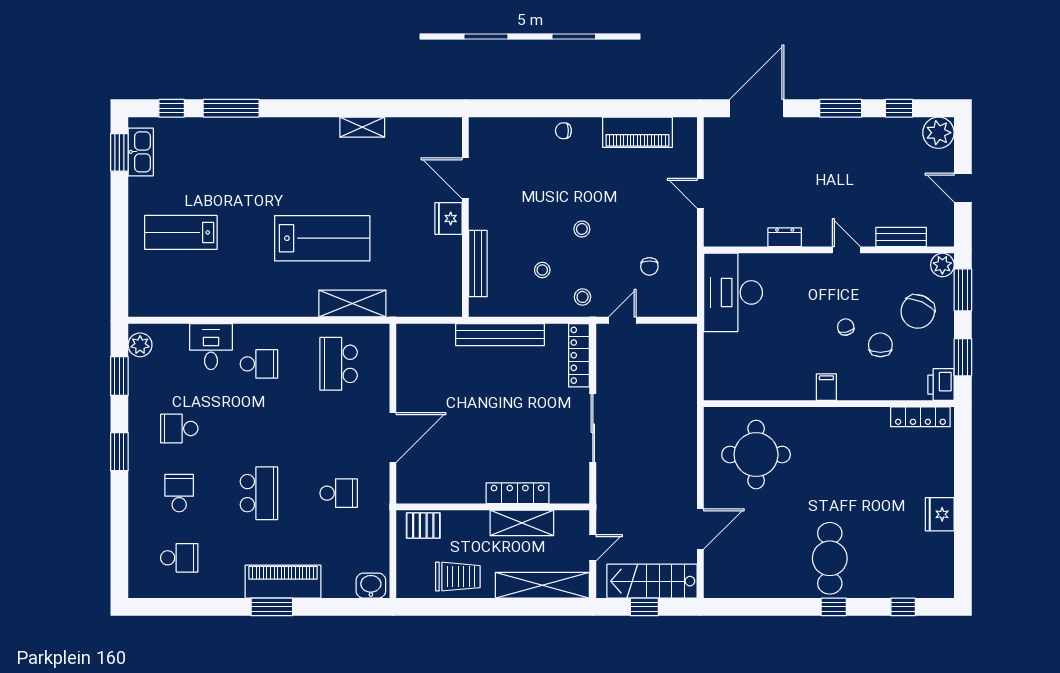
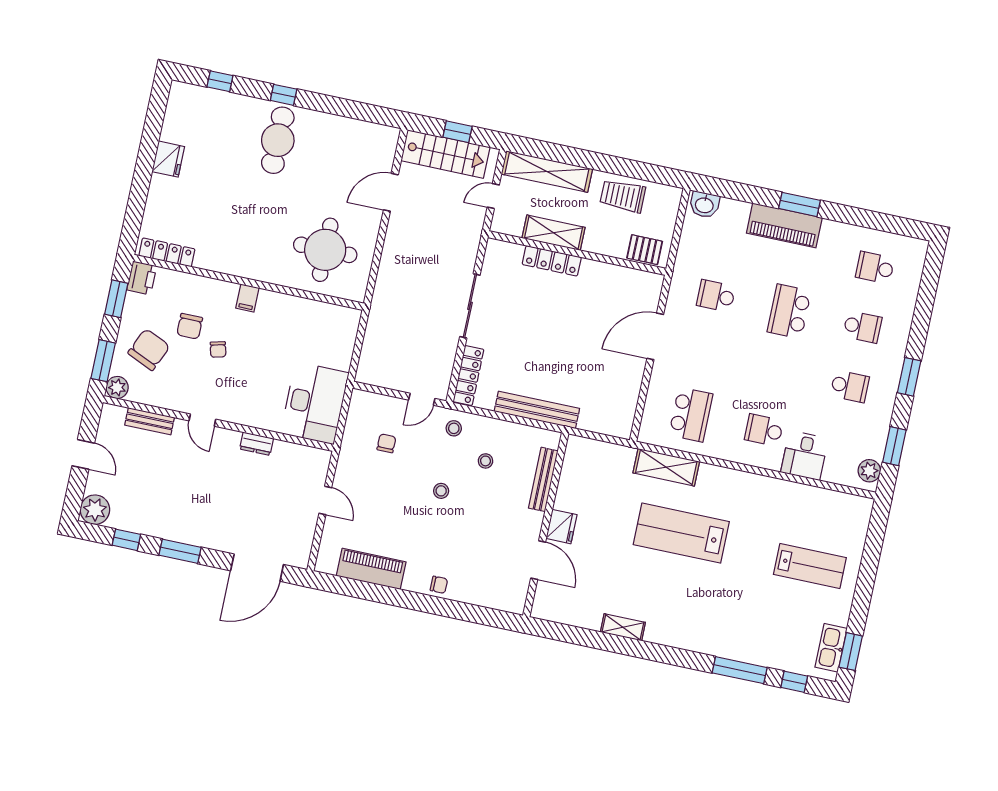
school desk: (179, 493) -> (862, 327), turned -90

